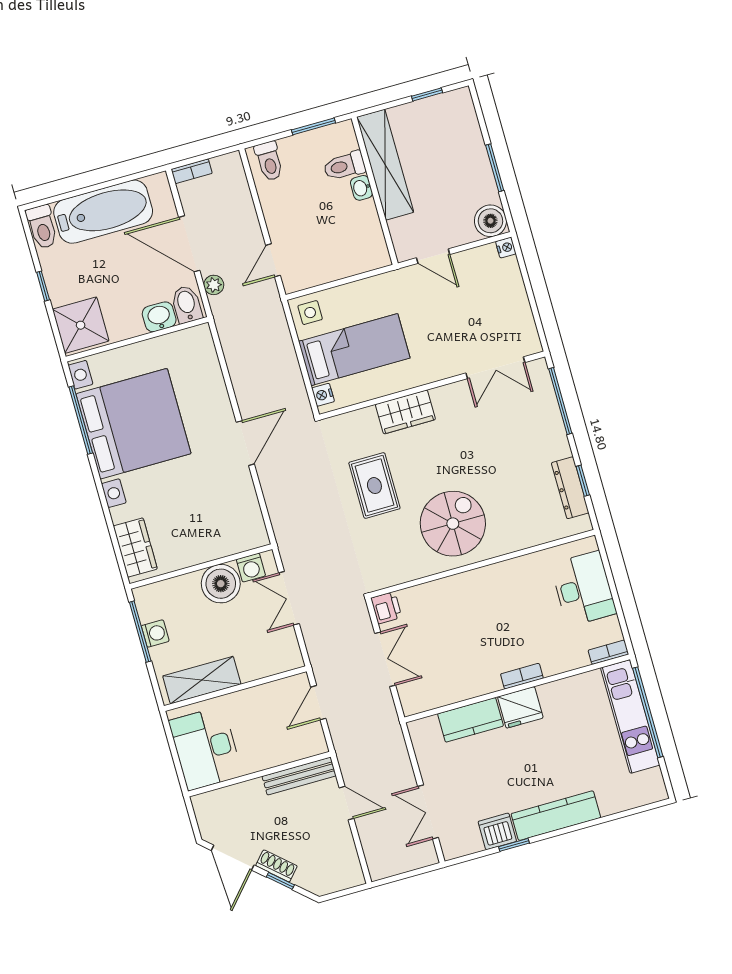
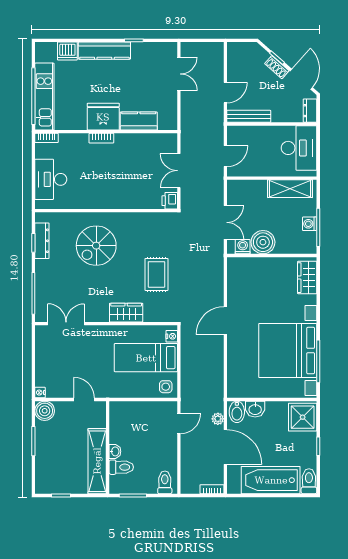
spiral stairs: (453, 524) -> (96, 246), moved
fridge: (520, 707) -> (103, 117), width x1.36, depth x1.34
door: (347, 803) -> (225, 93), swing flipped
dresser: (205, 812) -> (310, 111), added
dishwasher: (497, 831) -> (67, 51), moved

